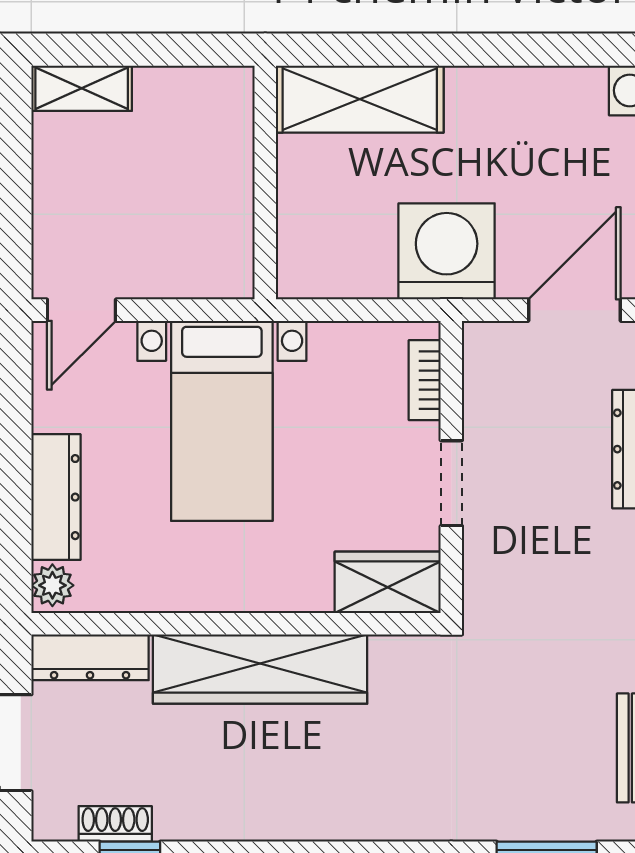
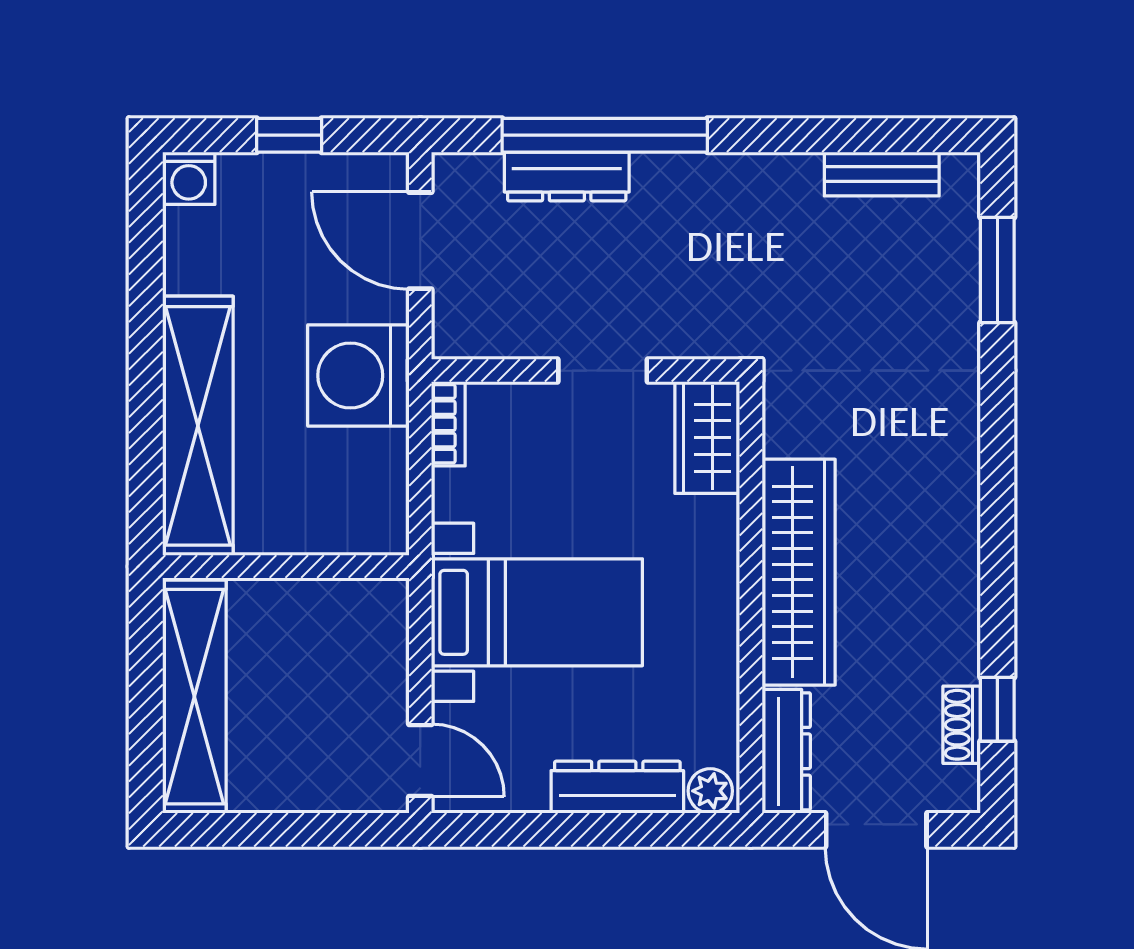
shelving: (82, 88) -> (194, 697), width x2.20, depth x1.33
shelving: (360, 99) -> (198, 426), width x1.47
bookcase: (425, 380) -> (448, 424), moved, turned -90

